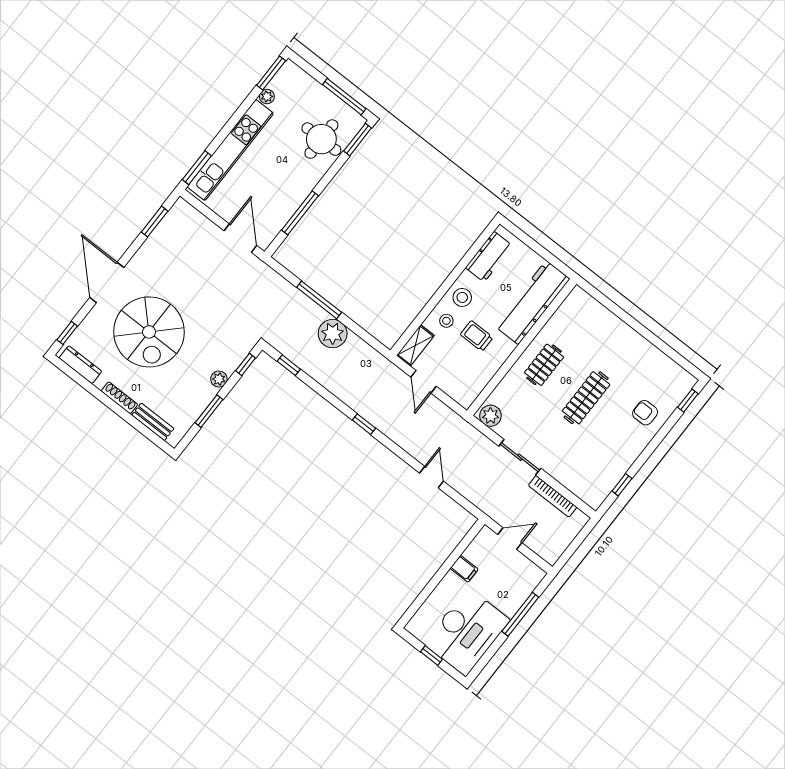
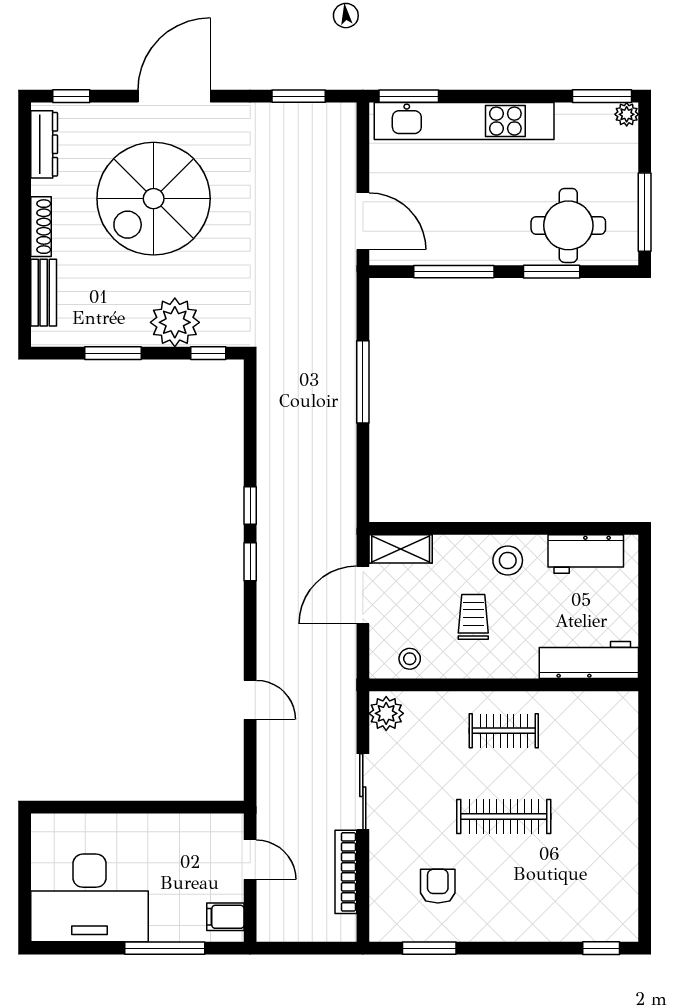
plant: (267, 96) -> (627, 114), moved
window: (358, 140) -> (552, 272), moved
door: (240, 238) -> (363, 221), hinge flipped
workbench: (532, 302) -> (589, 660), width x0.73, depth x0.76
stool: (446, 321) -> (410, 659), moved
plant: (333, 334) -> (334, 432), removed
window: (289, 365) -> (250, 505), moved
plant: (219, 379) -> (175, 322), width x1.87, depth x1.87
door: (423, 382) -> (363, 595), width x1.38
armchair: (645, 413) -> (438, 886), moved
door: (431, 477) -> (250, 700), hinge flipped
window: (622, 485) -> (429, 948), width x1.50
filing cabinet: (464, 569) -> (225, 917), moved, turned 90
window: (432, 655) -> (25, 877), removed

